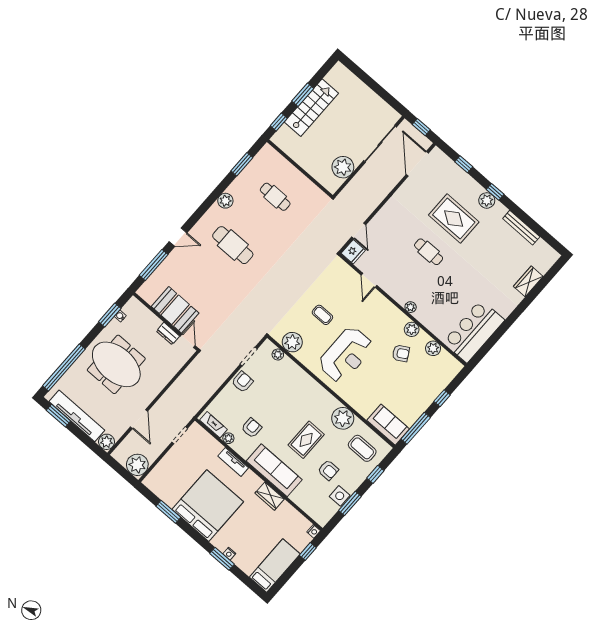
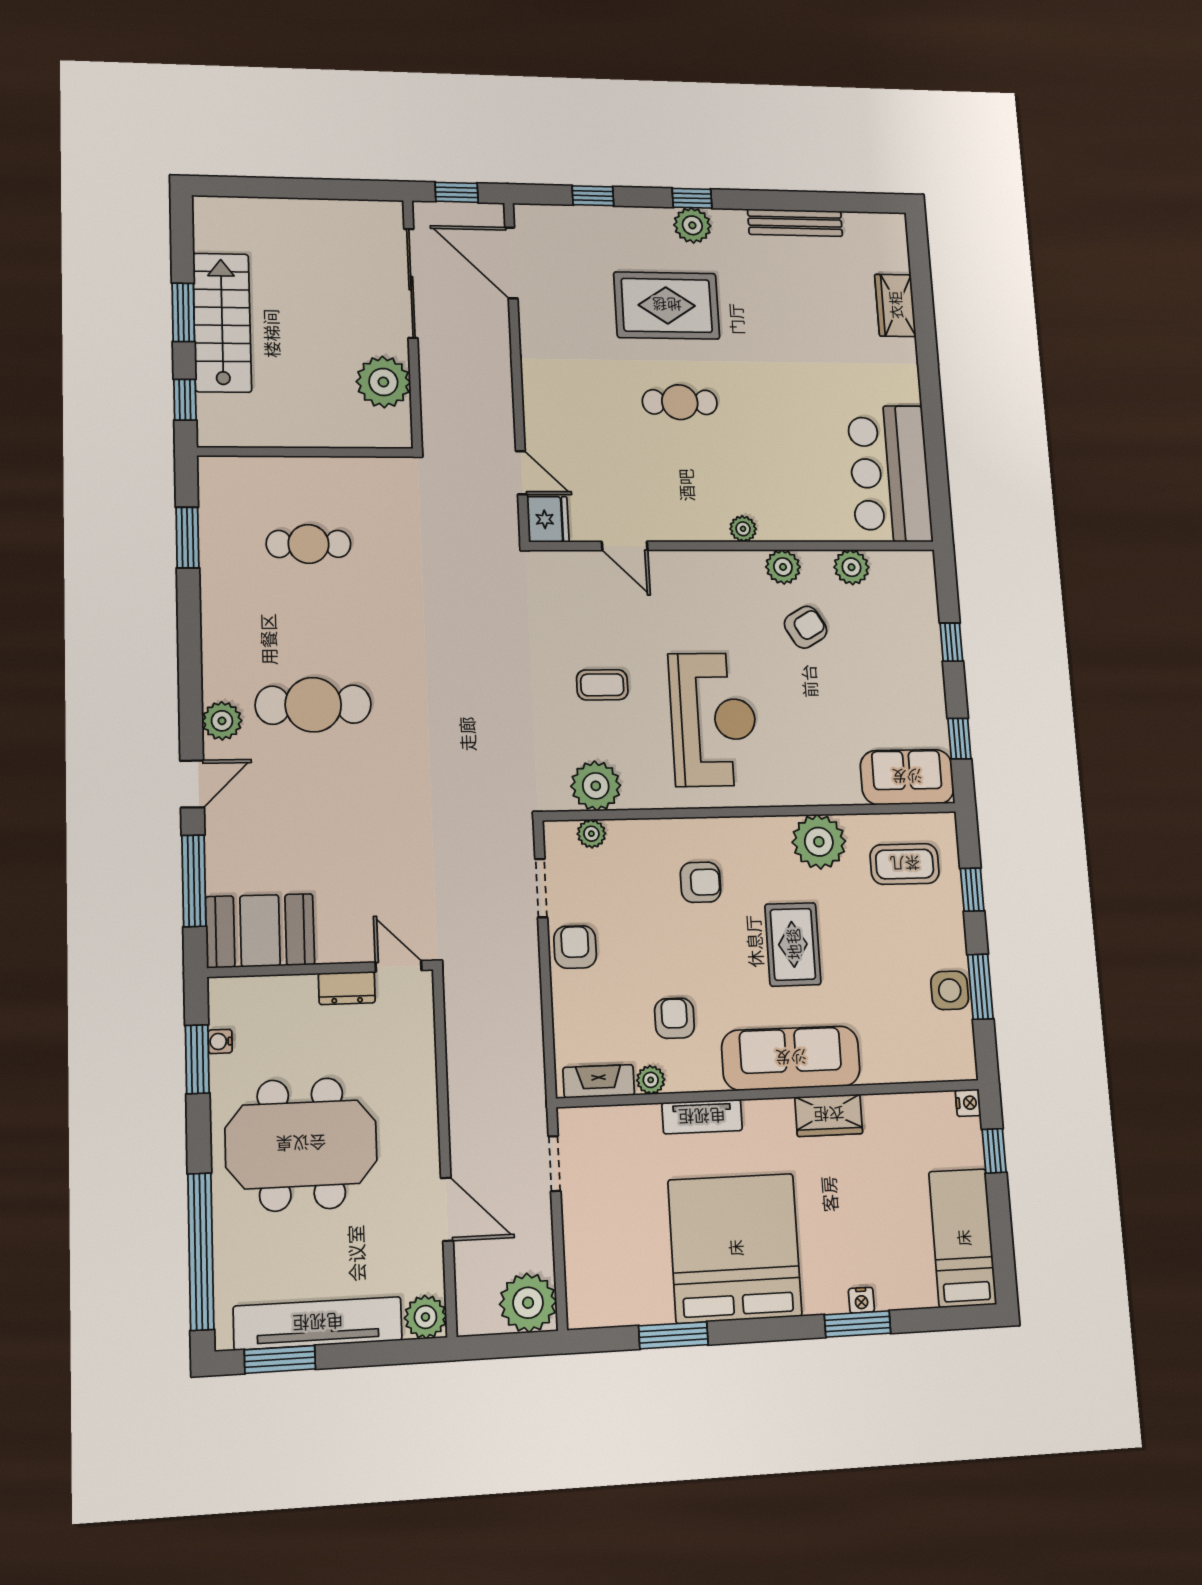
plant: (225, 201) -> (222, 721), moved
booth: (175, 310) -> (260, 931), moved
window: (416, 428) -> (959, 739), width x0.46
armchair: (328, 470) -> (700, 882), moved

